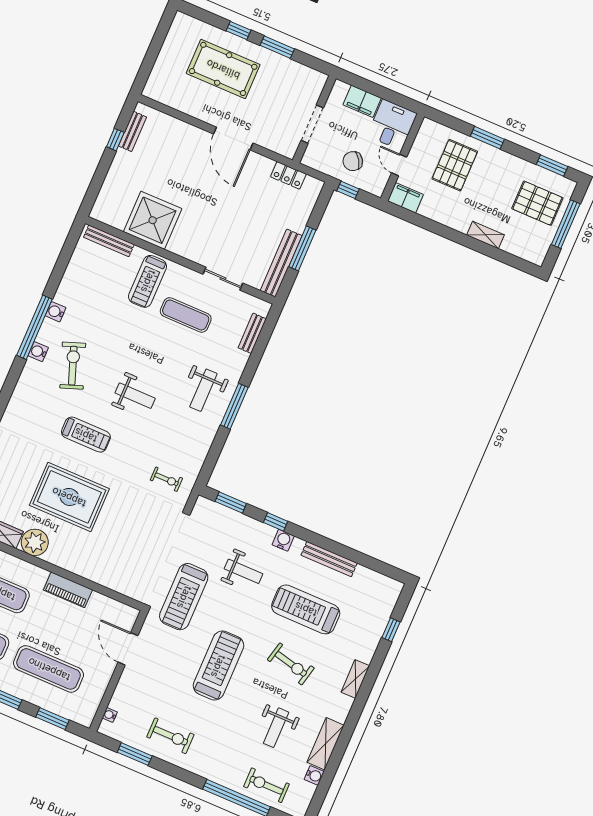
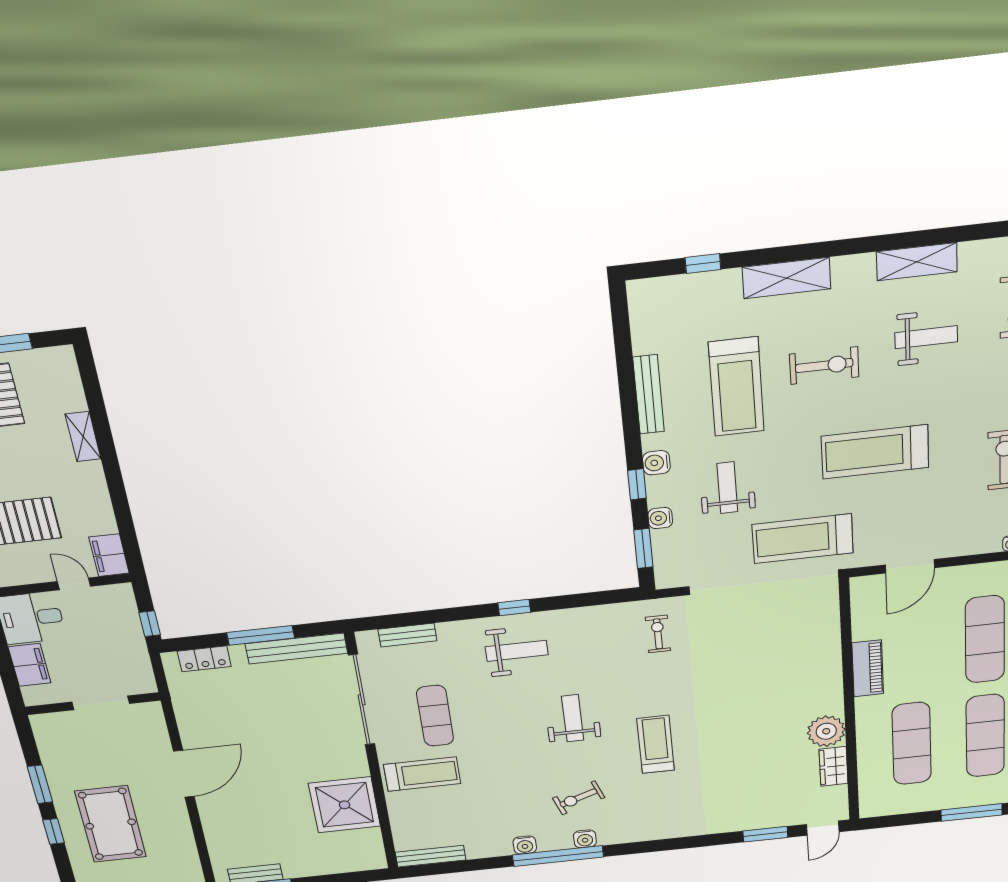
chair: (353, 161) -> (110, 637), removed
door: (399, 165) -> (74, 584), swing flipped
locker: (288, 175) -> (204, 659), moved, turned 90
bench: (109, 241) -> (431, 856), moved, turned 90
sliding door: (223, 279) -> (362, 700), width x1.86
exercise bike: (73, 366) -> (579, 798), width x0.73, depth x0.72
window: (234, 406) -> (514, 608), width x0.46
rug: (69, 497) -> (746, 724), removed
treadmill: (184, 597) -> (803, 539), turned 180
exercise bike: (291, 664) -> (824, 366), turned 77
shelving: (355, 679) -> (786, 278), width x1.50, depth x1.33
water cooler: (314, 775) -> (660, 518), moved, turned -90

